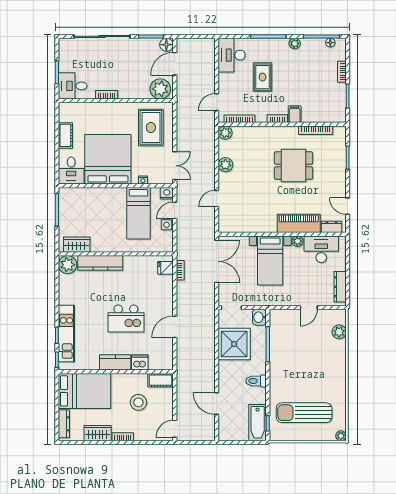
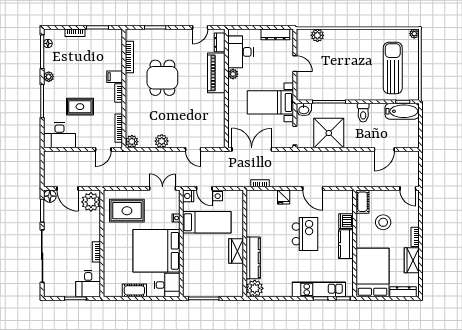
door: (217, 102) -> (103, 149), hinge flipped
wardrobe: (77, 245) -> (236, 251), moved
bed with nightstands: (270, 261) -> (270, 102), moved, turned 180
fridge: (166, 268) -> (284, 197), moved
sun lounger: (304, 413) -> (393, 68), turned 180

